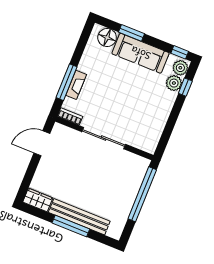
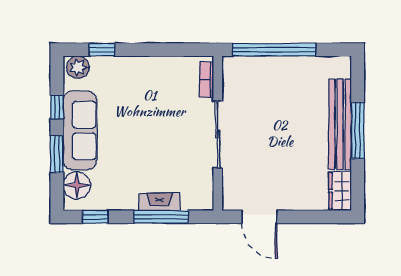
window: (83, 41) -> (95, 217), added
window: (180, 52) -> (57, 107), moved
plant: (174, 83) -> (103, 68), removed
bookcase: (70, 116) -> (206, 79), moved

